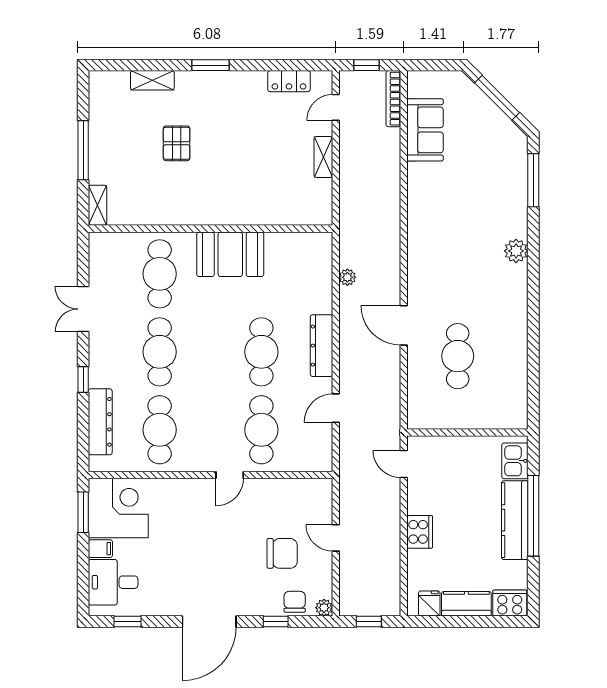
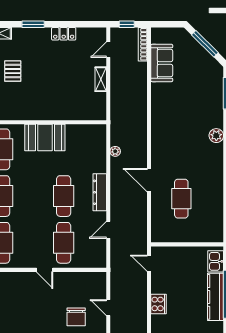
locker: (289, 81) -> (64, 34), moved
door: (230, 475) -> (45, 270), hinge flipped
chair: (282, 553) -> (76, 317), turned 90

